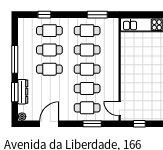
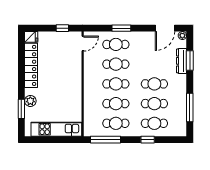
window: (44, 15) -> (148, 140), moved
window: (97, 15) -> (105, 140), width x1.44
window: (15, 59) -> (190, 107), moved
door: (120, 109) -> (83, 44), hinge flipped
door: (49, 124) -> (165, 28), moved
window: (92, 124) -> (121, 28), moved

